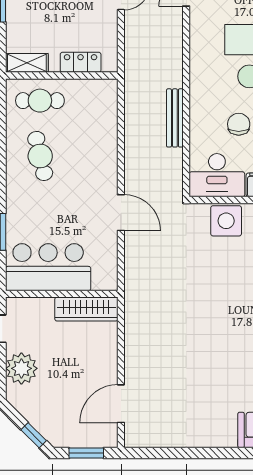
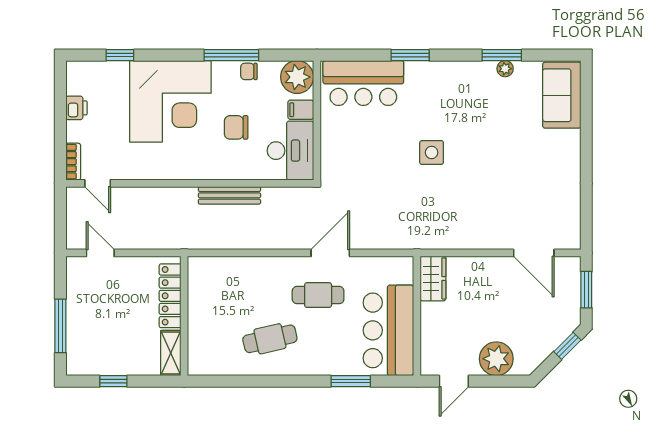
locker: (81, 62) -> (170, 296), width x1.53
cafe table: (40, 101) -> (318, 295), moved, turned 90
side table: (226, 221) -> (432, 152), moved, width x0.73, depth x0.73
wardrobe: (86, 309) -> (433, 278), width x0.67

